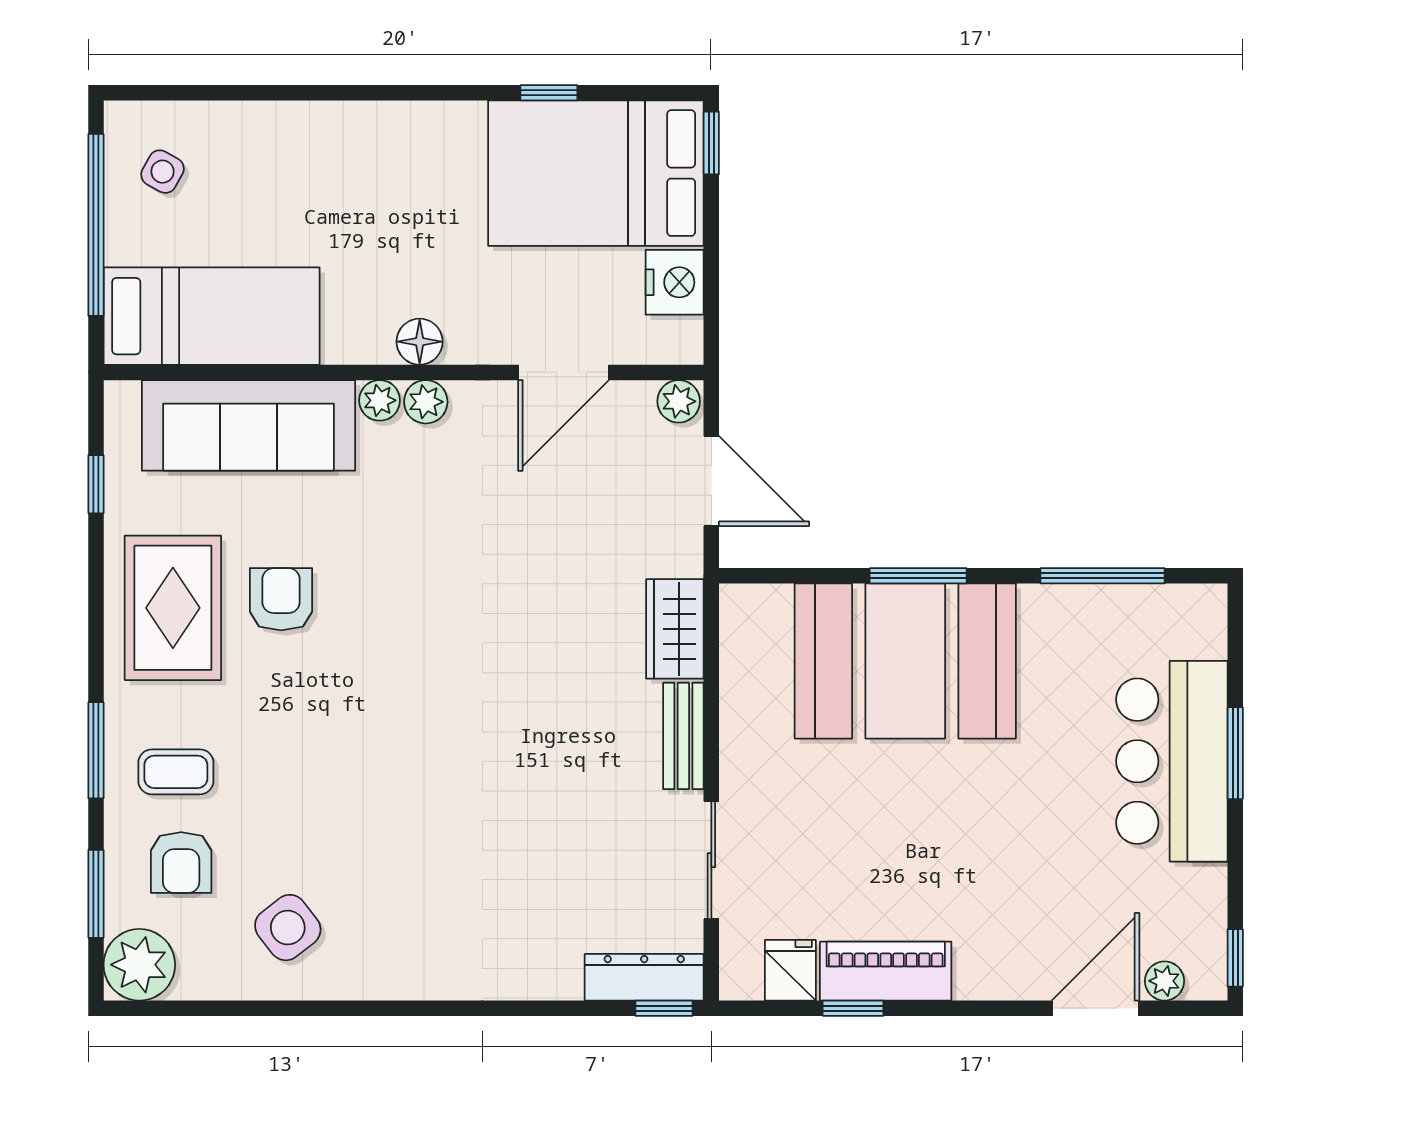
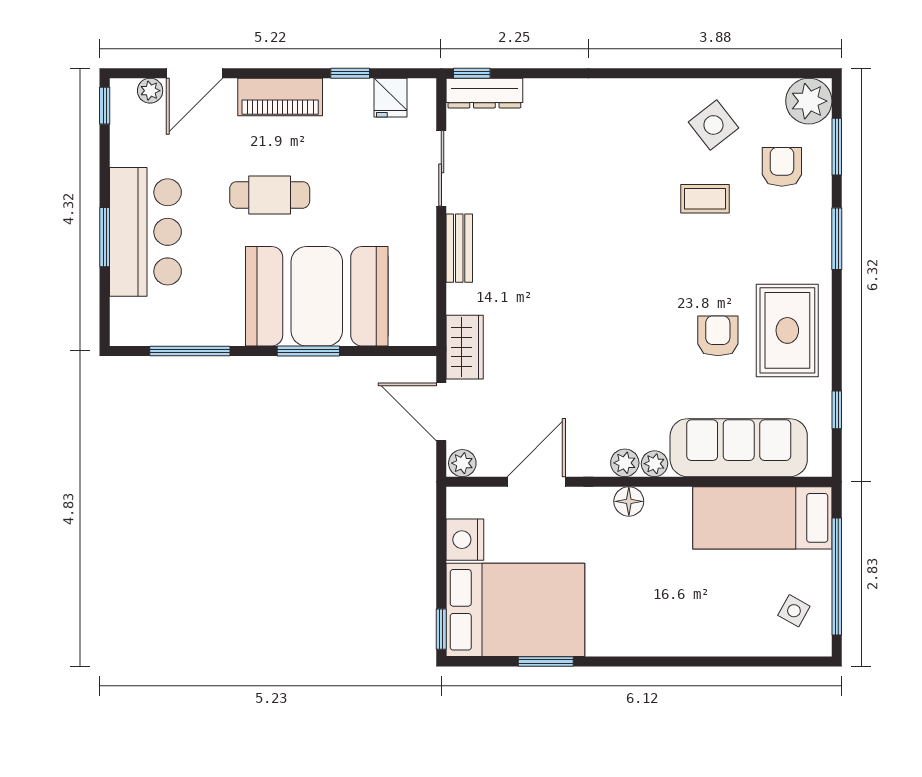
window: (549, 93) -> (546, 661), width x1.50
armchair: (281, 599) -> (718, 336), turned 180
wardrobe: (675, 629) -> (465, 347), moved
coffee table: (176, 772) -> (705, 199), moved
cafe table: (978, 819) -> (270, 195), added
piano: (886, 971) -> (280, 97), moved

